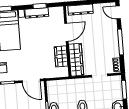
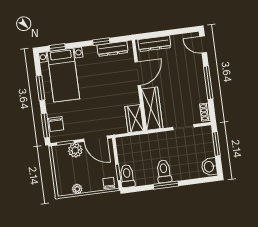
dresser: (37, 13) -> (113, 49), moved
wardrobe: (61, 56) -> (134, 119), moved
plant: (15, 89) -> (75, 150), added

